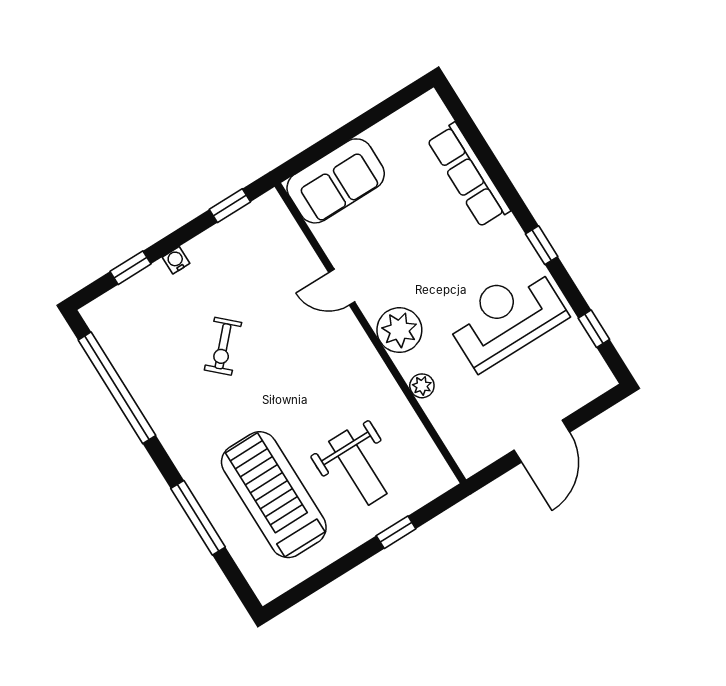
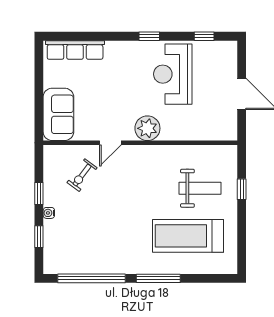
row of seats: (469, 175) -> (75, 50), moved
window: (230, 206) -> (39, 193), moved
exercise bike: (223, 346) -> (82, 175), moved, turned 84
plant: (422, 386) -> (180, 134), removed
window: (198, 518) -> (158, 278), moved

